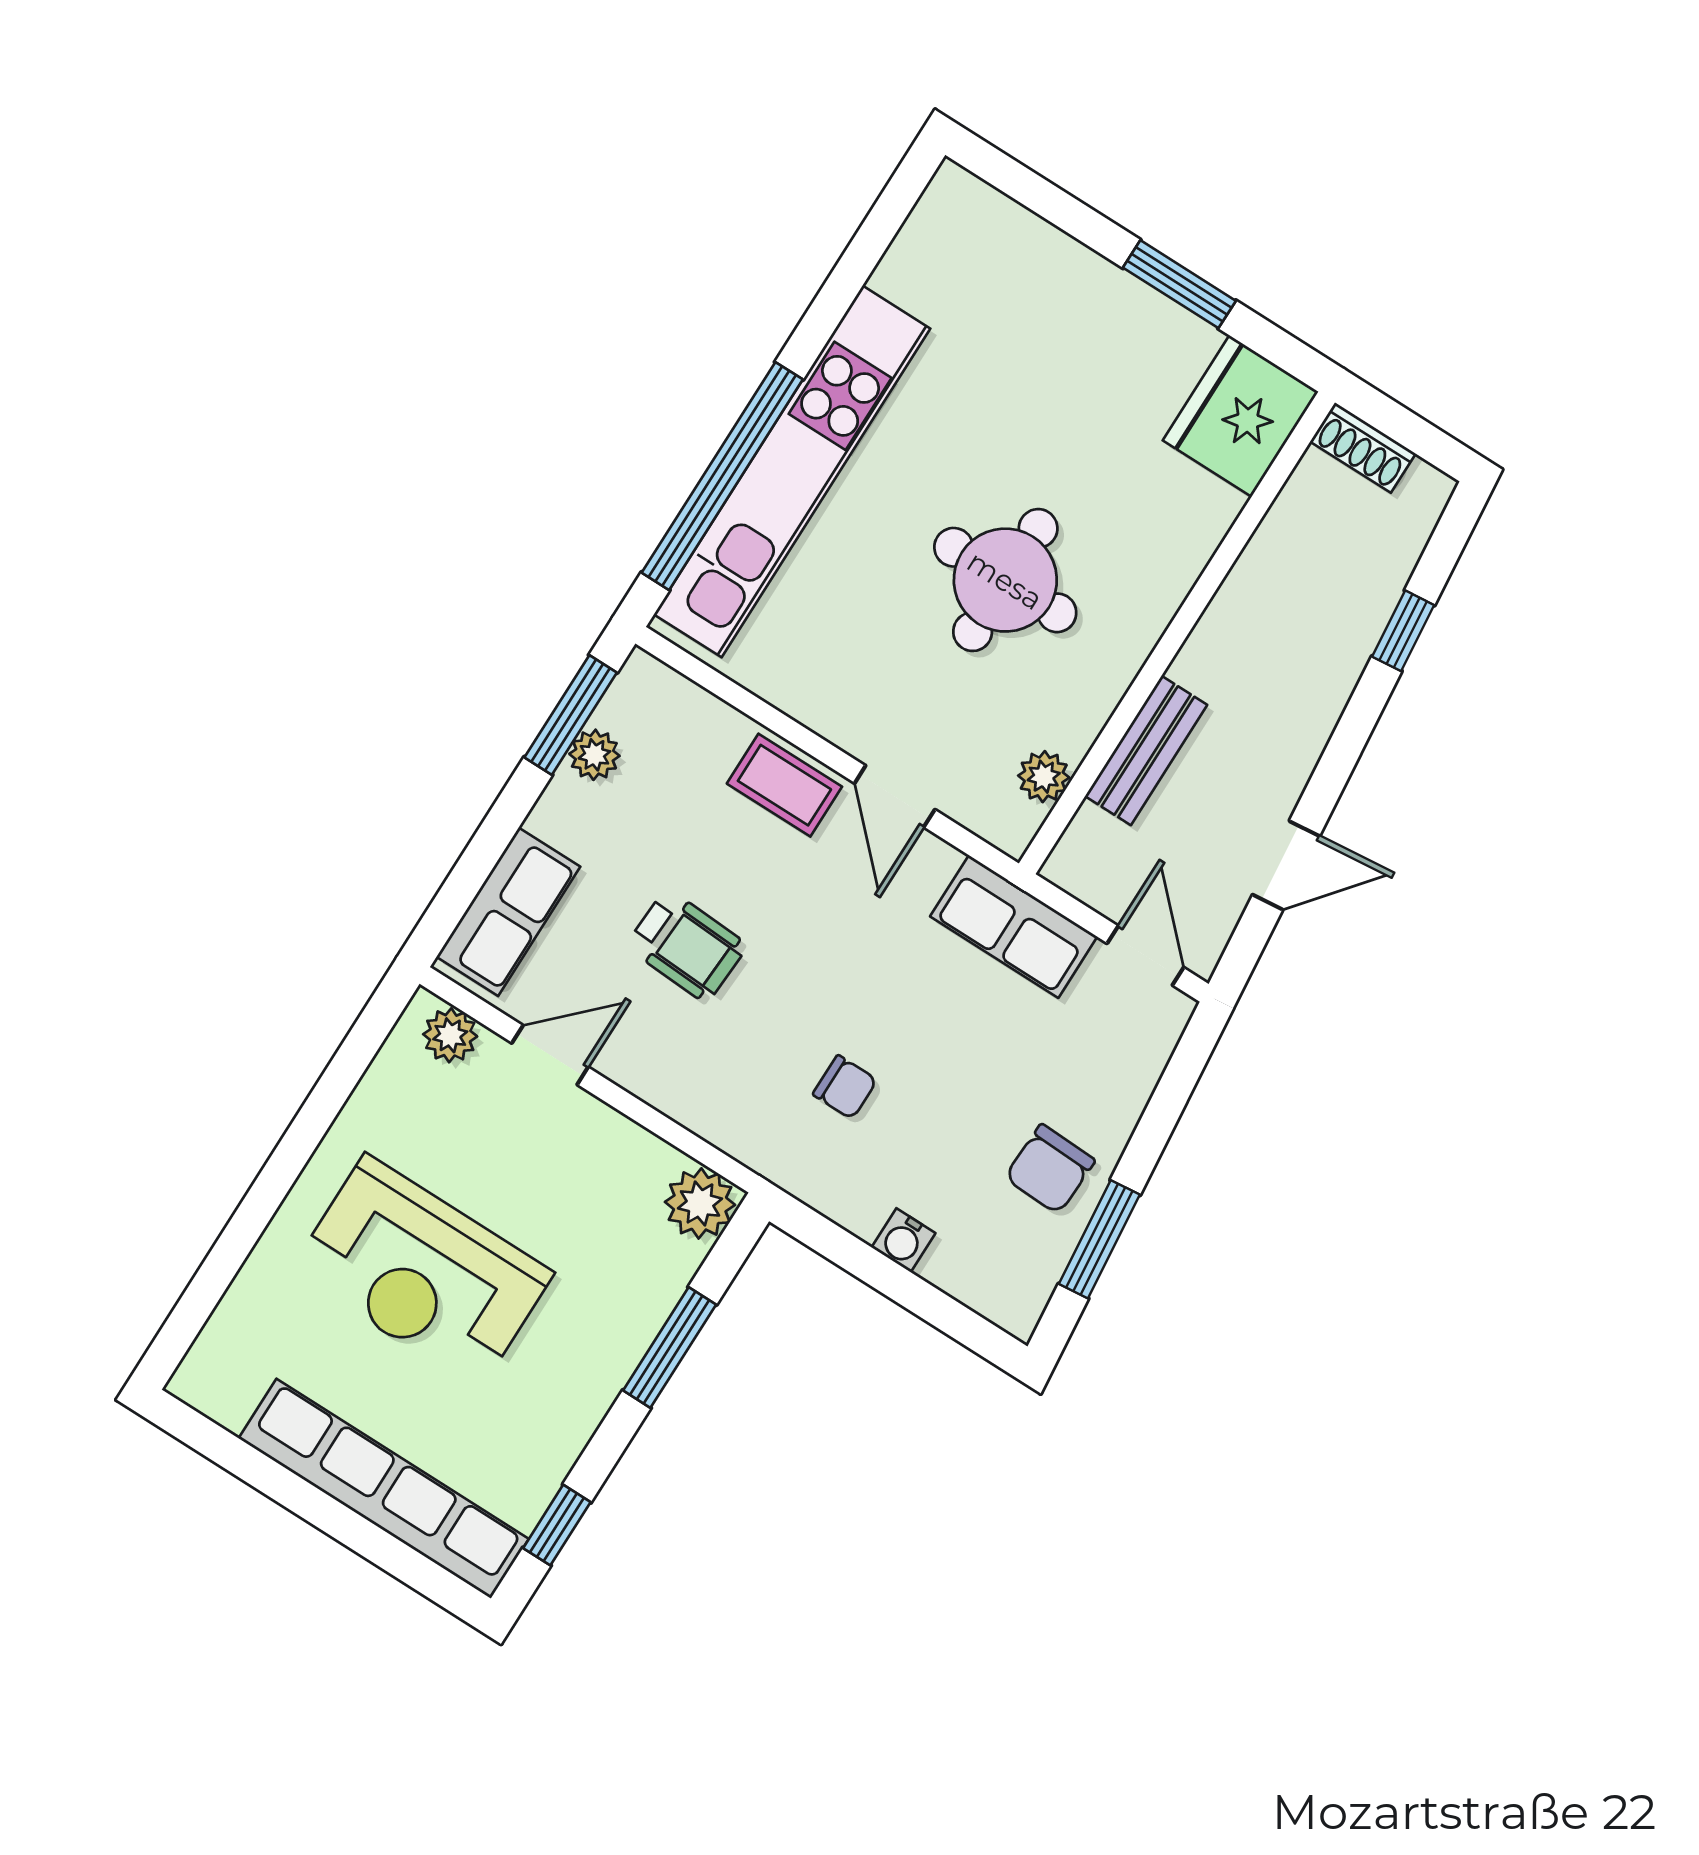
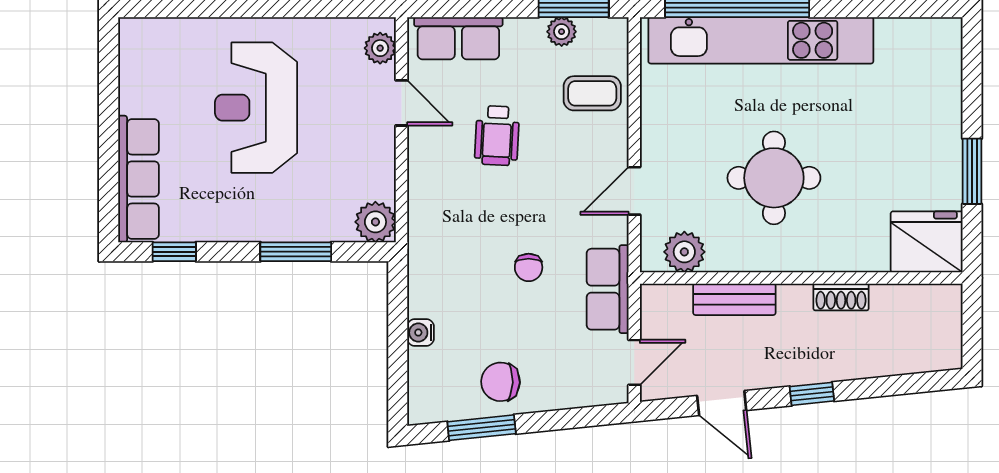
shoe rack: (1363, 448) -> (841, 297), moved, turned -90
window: (1403, 631) -> (812, 394), moved
plant: (1044, 777) -> (684, 252), width x1.38, depth x1.38
coffee table: (784, 785) -> (592, 93), moved, turned 90
chair: (845, 1087) -> (529, 267), moved
row of seats: (384, 1489) -> (138, 179), width x0.73

